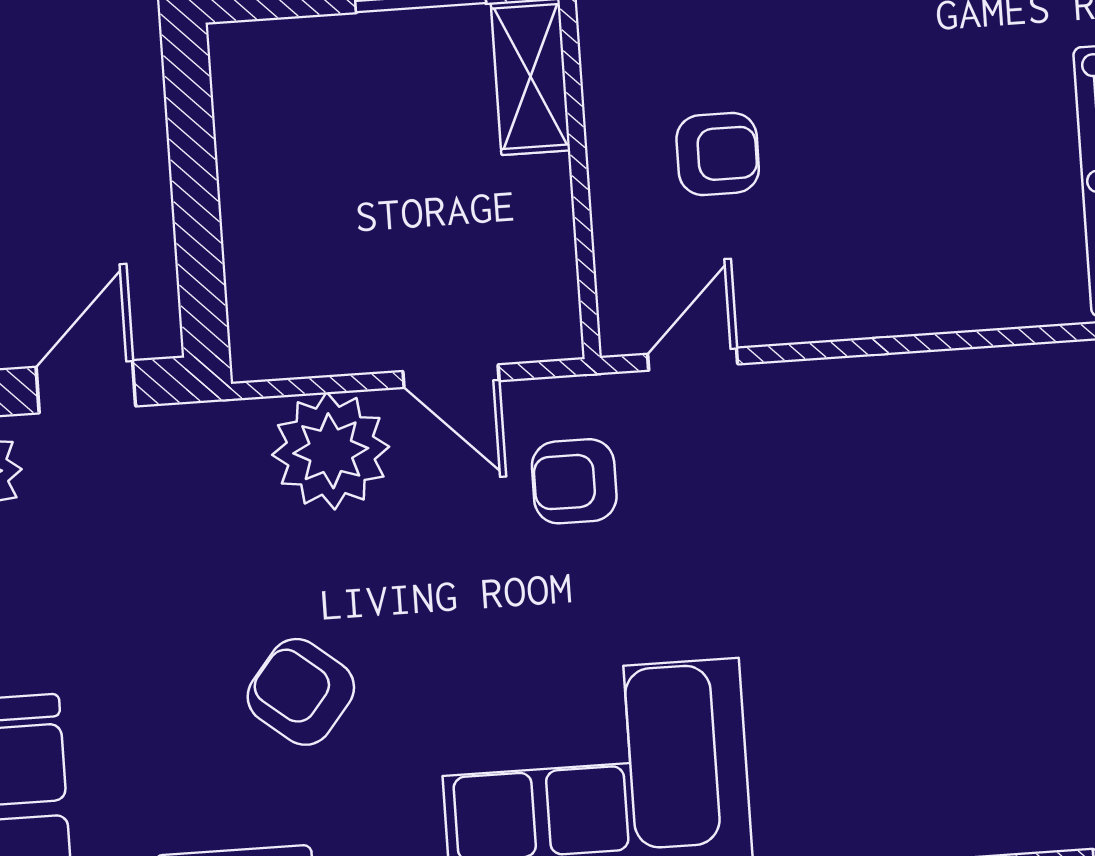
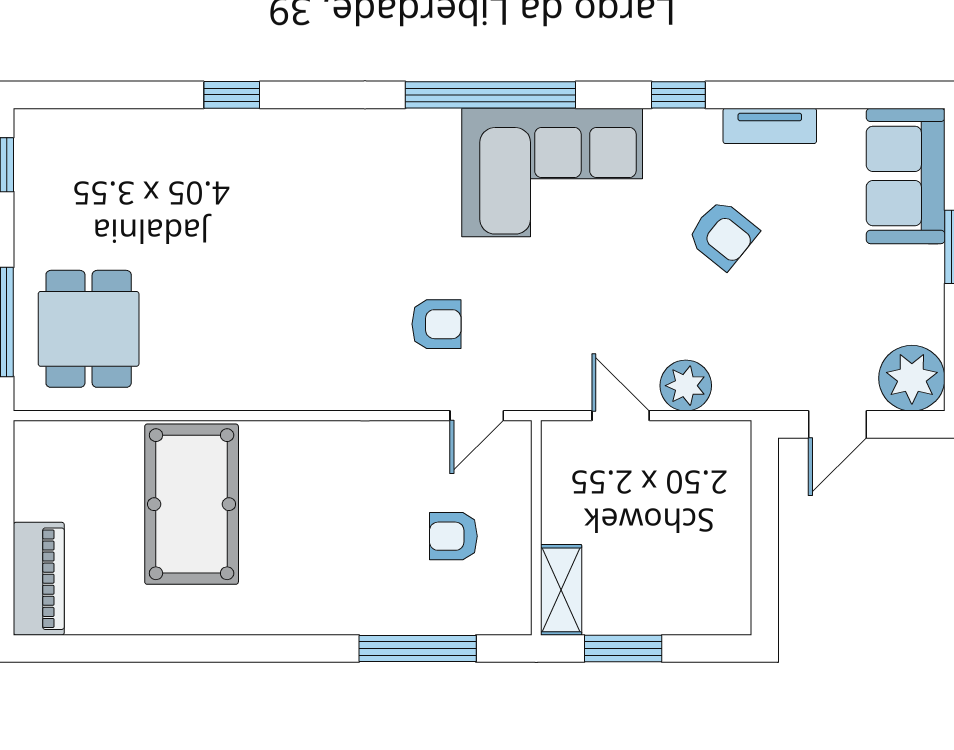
plant: (331, 451) -> (686, 386), width x0.73, depth x0.73
armchair: (574, 481) -> (436, 324), moved

